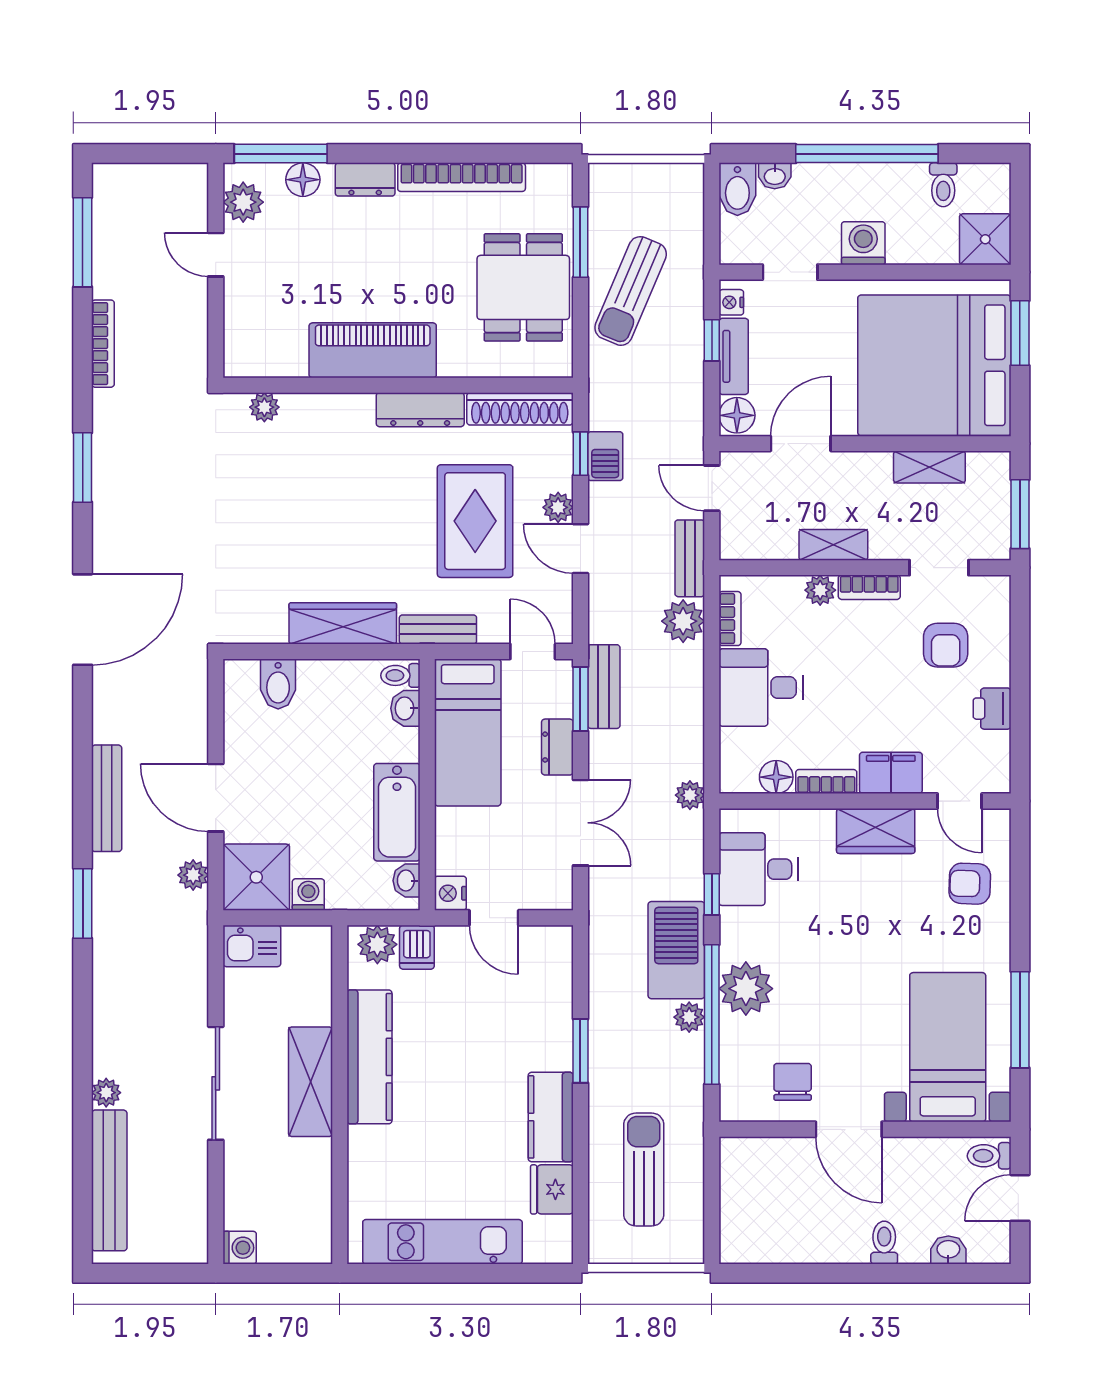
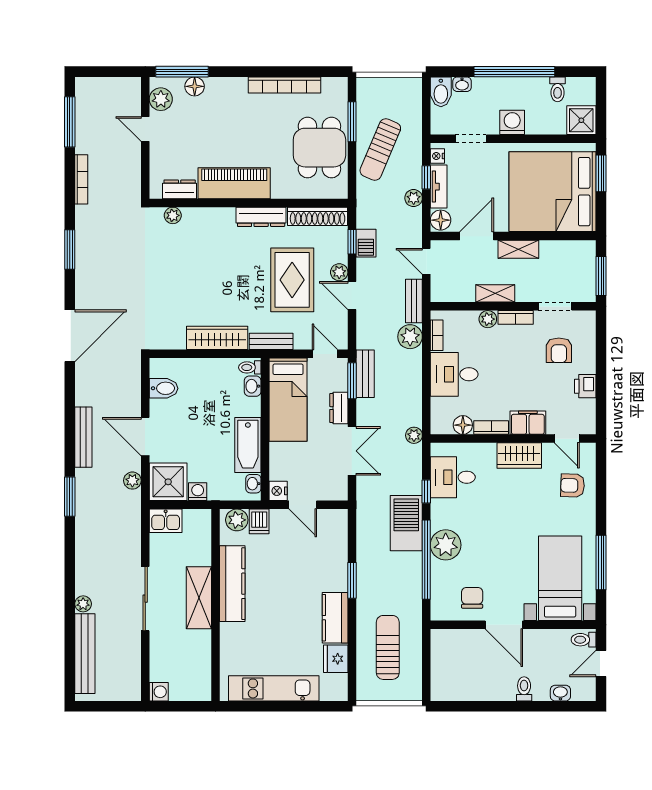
dresser: (365, 179) -> (180, 189), moved, turned 180
shelving: (929, 467) -> (518, 249), moved
bidet: (278, 684) -> (164, 388), moved, turned -90
plant: (689, 1017) -> (414, 198), moved

